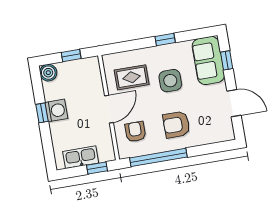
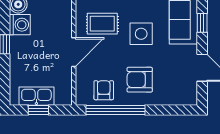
washing machine: (56, 110) -> (20, 25), moved
armchair: (135, 132) -> (104, 90), moved
window: (97, 168) -> (38, 110), moved

